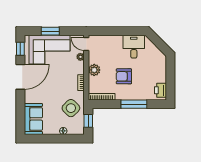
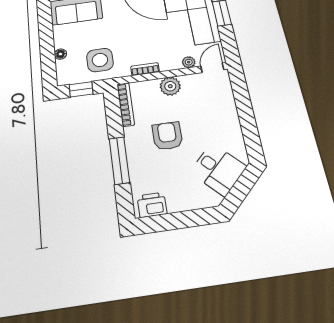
desk: (134, 47) -> (218, 169), moved, turned 45
side table: (71, 108) -> (100, 60), turned 45

